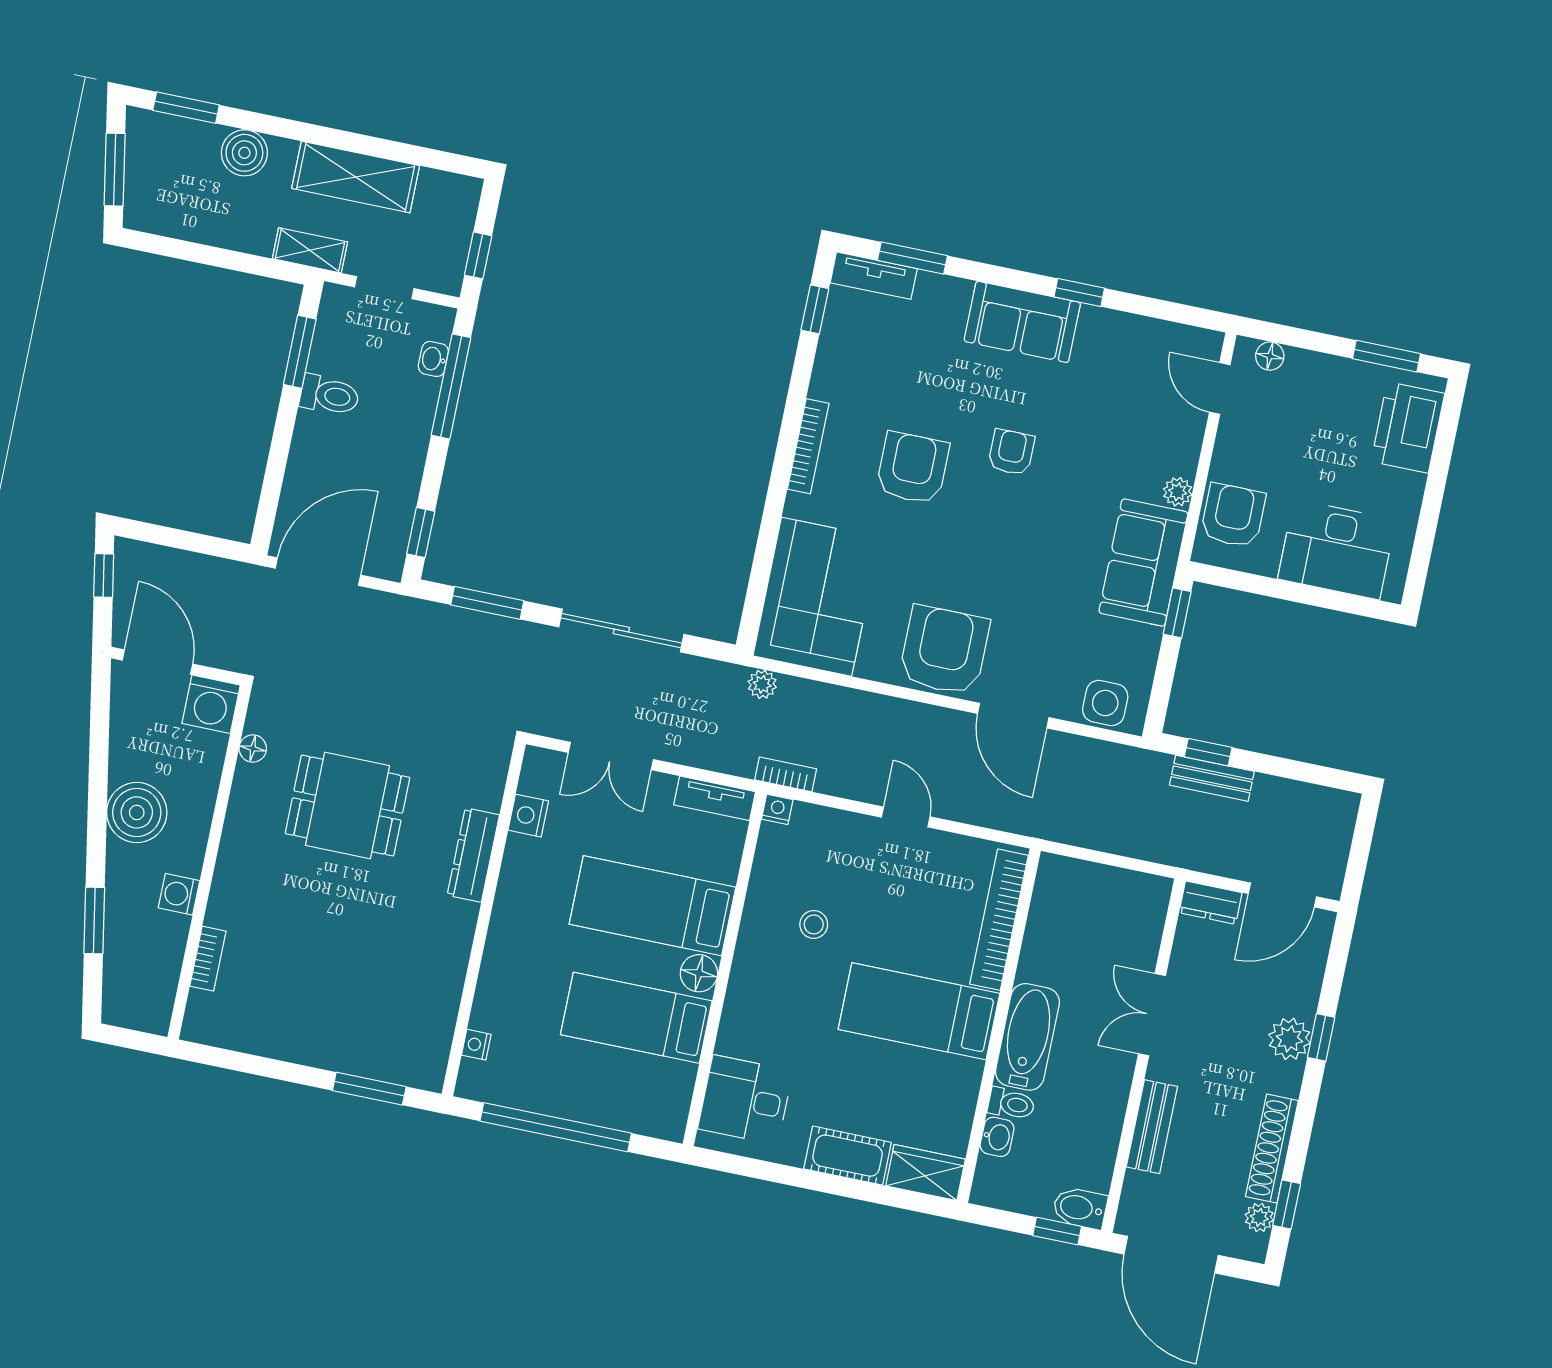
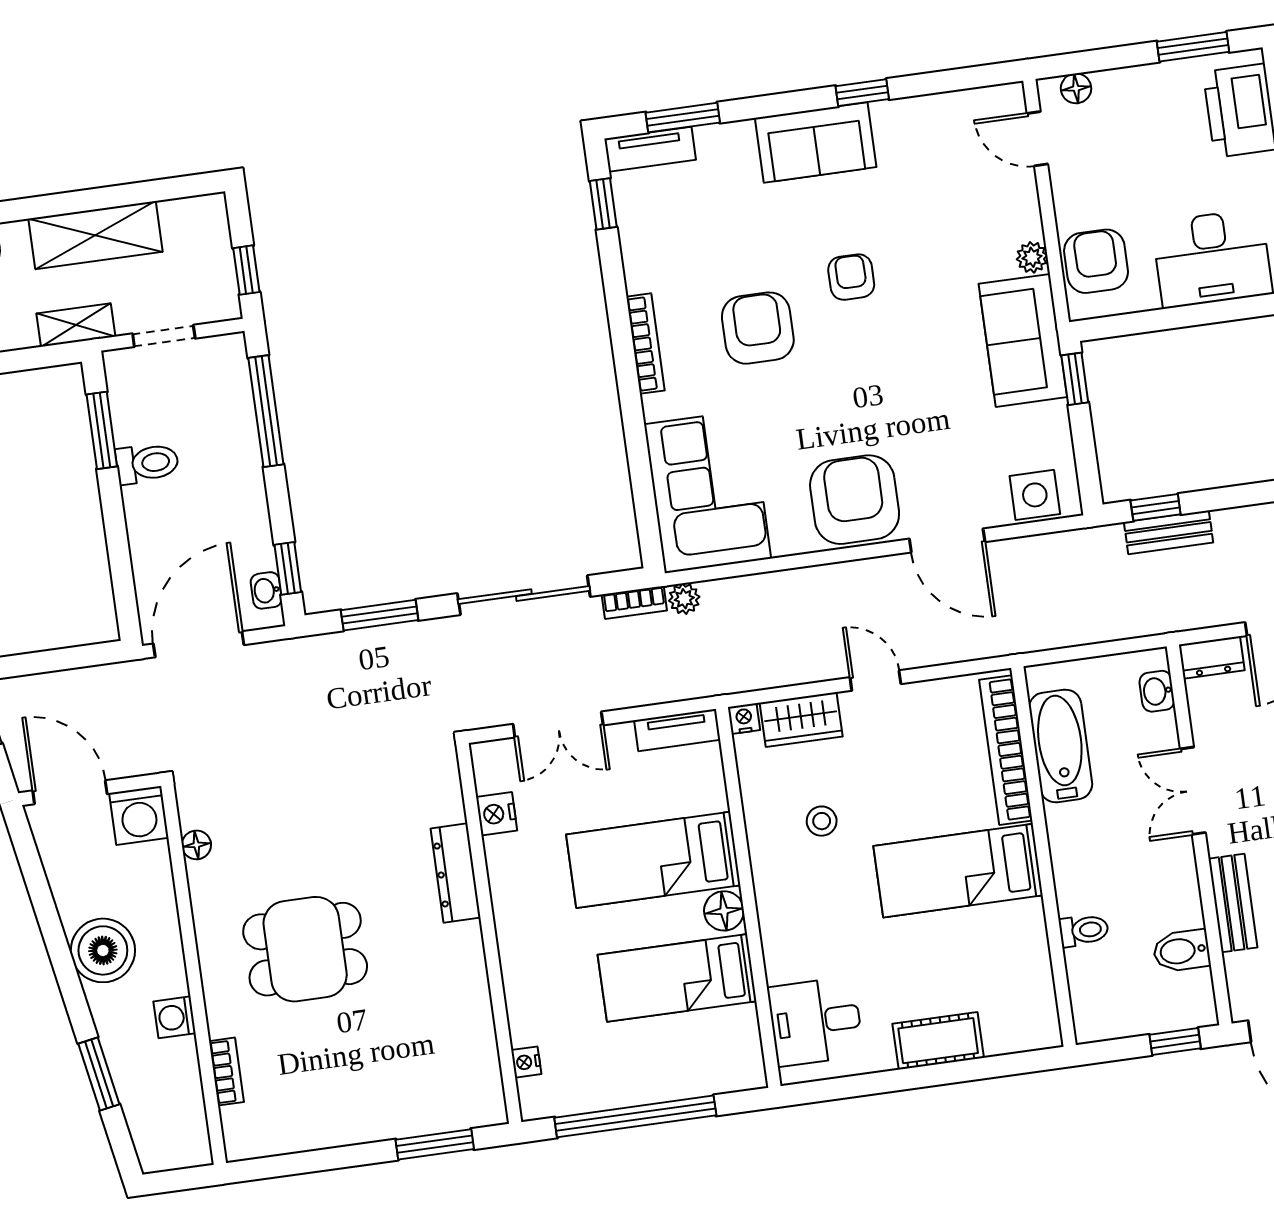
washbasin: (433, 359) -> (266, 590), moved
bookcase: (786, 774) -> (634, 603), moved, turned 180
dining table: (348, 805) -> (305, 949), moved
bathtub: (1027, 1037) -> (1061, 746), moved
washbasin: (997, 1137) -> (1157, 691), moved, turned 180
wardrobe: (925, 1173) -> (801, 720), moved, turned 180
bidet: (1080, 1208) -> (1181, 951), moved

